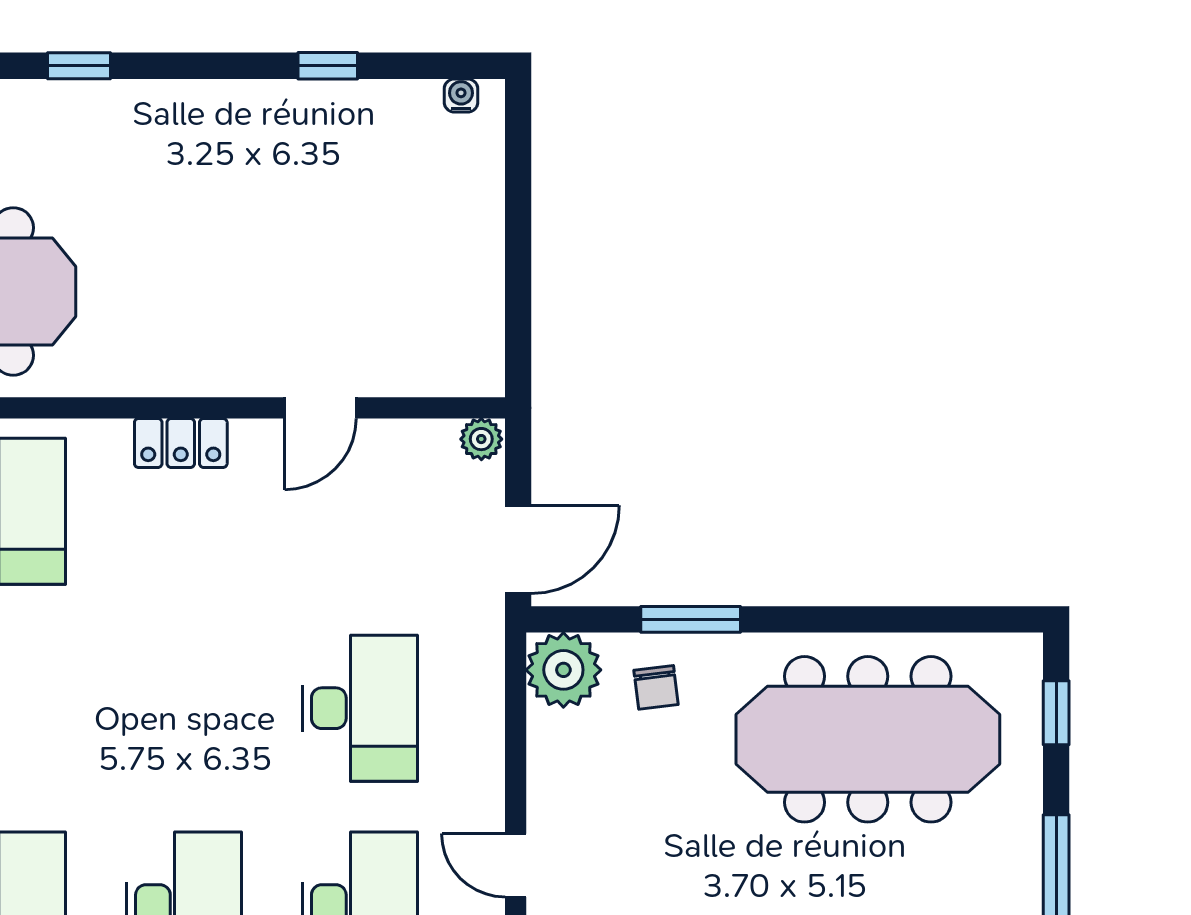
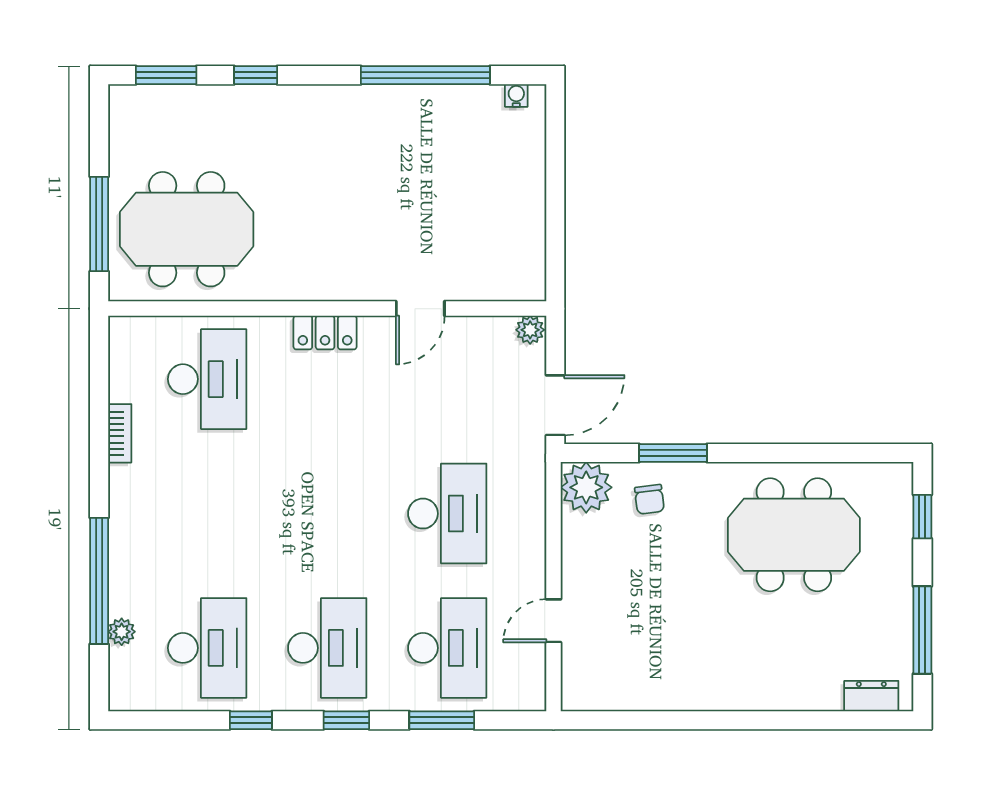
window: (328, 66) -> (425, 75), width x3.17
meeting table: (868, 739) -> (794, 535), width x0.73
door: (516, 865) -> (554, 621), hinge flipped

